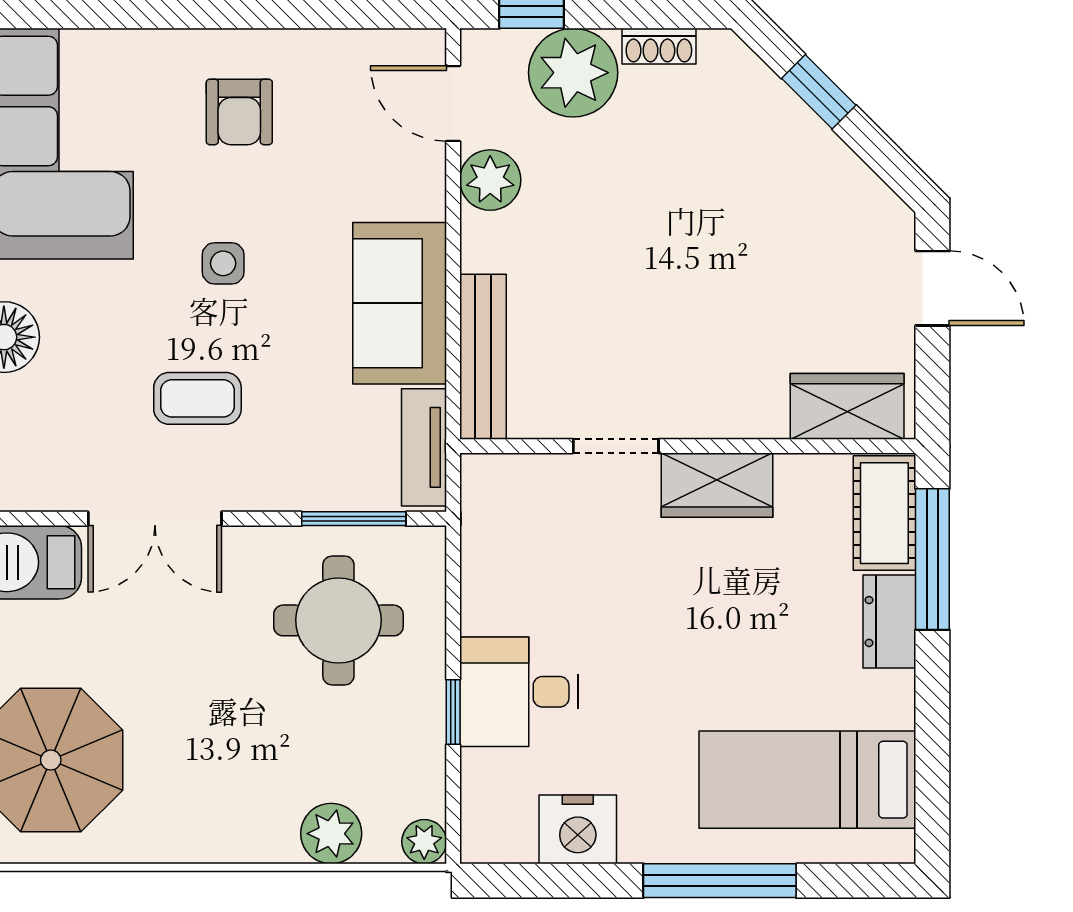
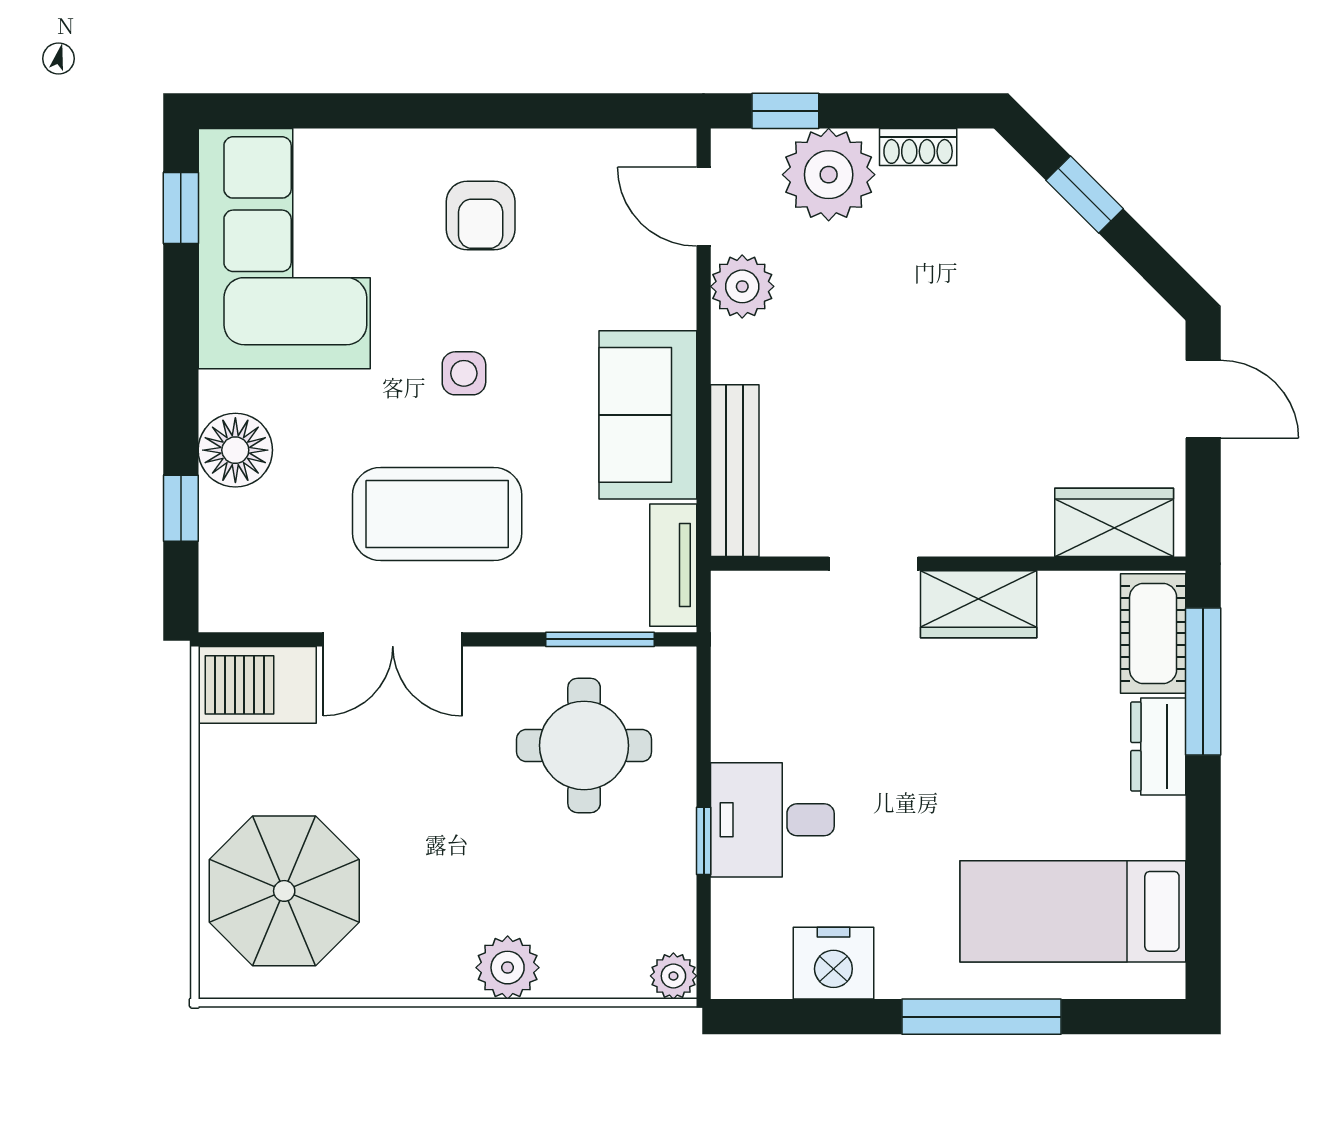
coffee table: (197, 398) -> (437, 514), width x1.86, depth x1.72
plant: (331, 834) -> (508, 968), moved

